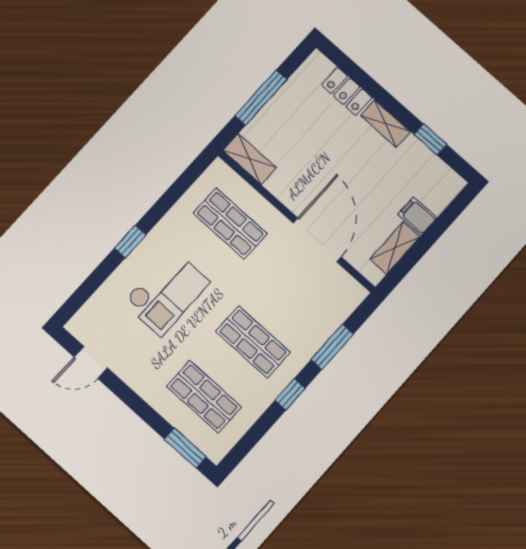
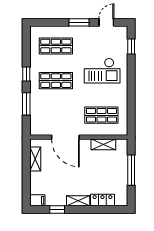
shelving: (250, 159) -> (103, 144), moved
filing cabinet: (417, 216) -> (37, 200), moved
window: (130, 241) -> (131, 46), moved
checkout: (166, 292) -> (102, 71), turned -90
window: (185, 448) -> (79, 22), moved

